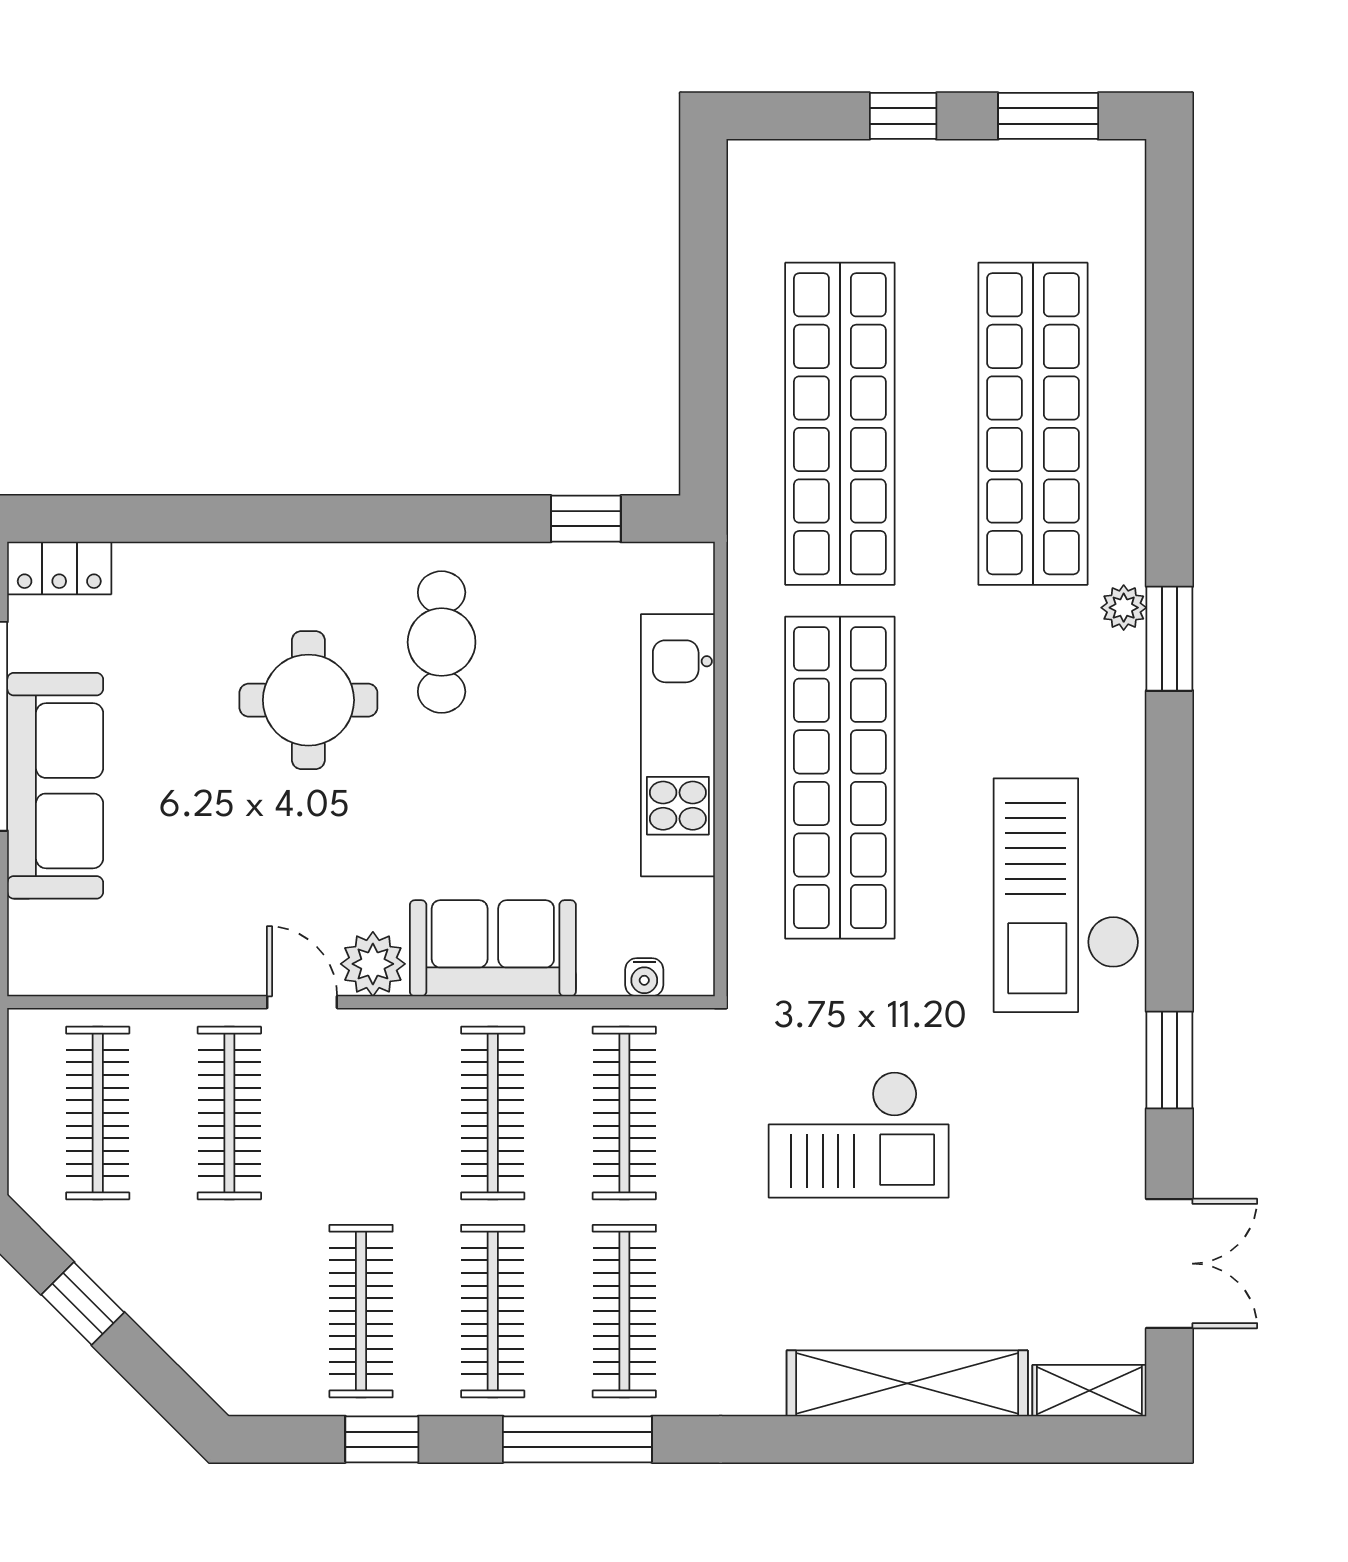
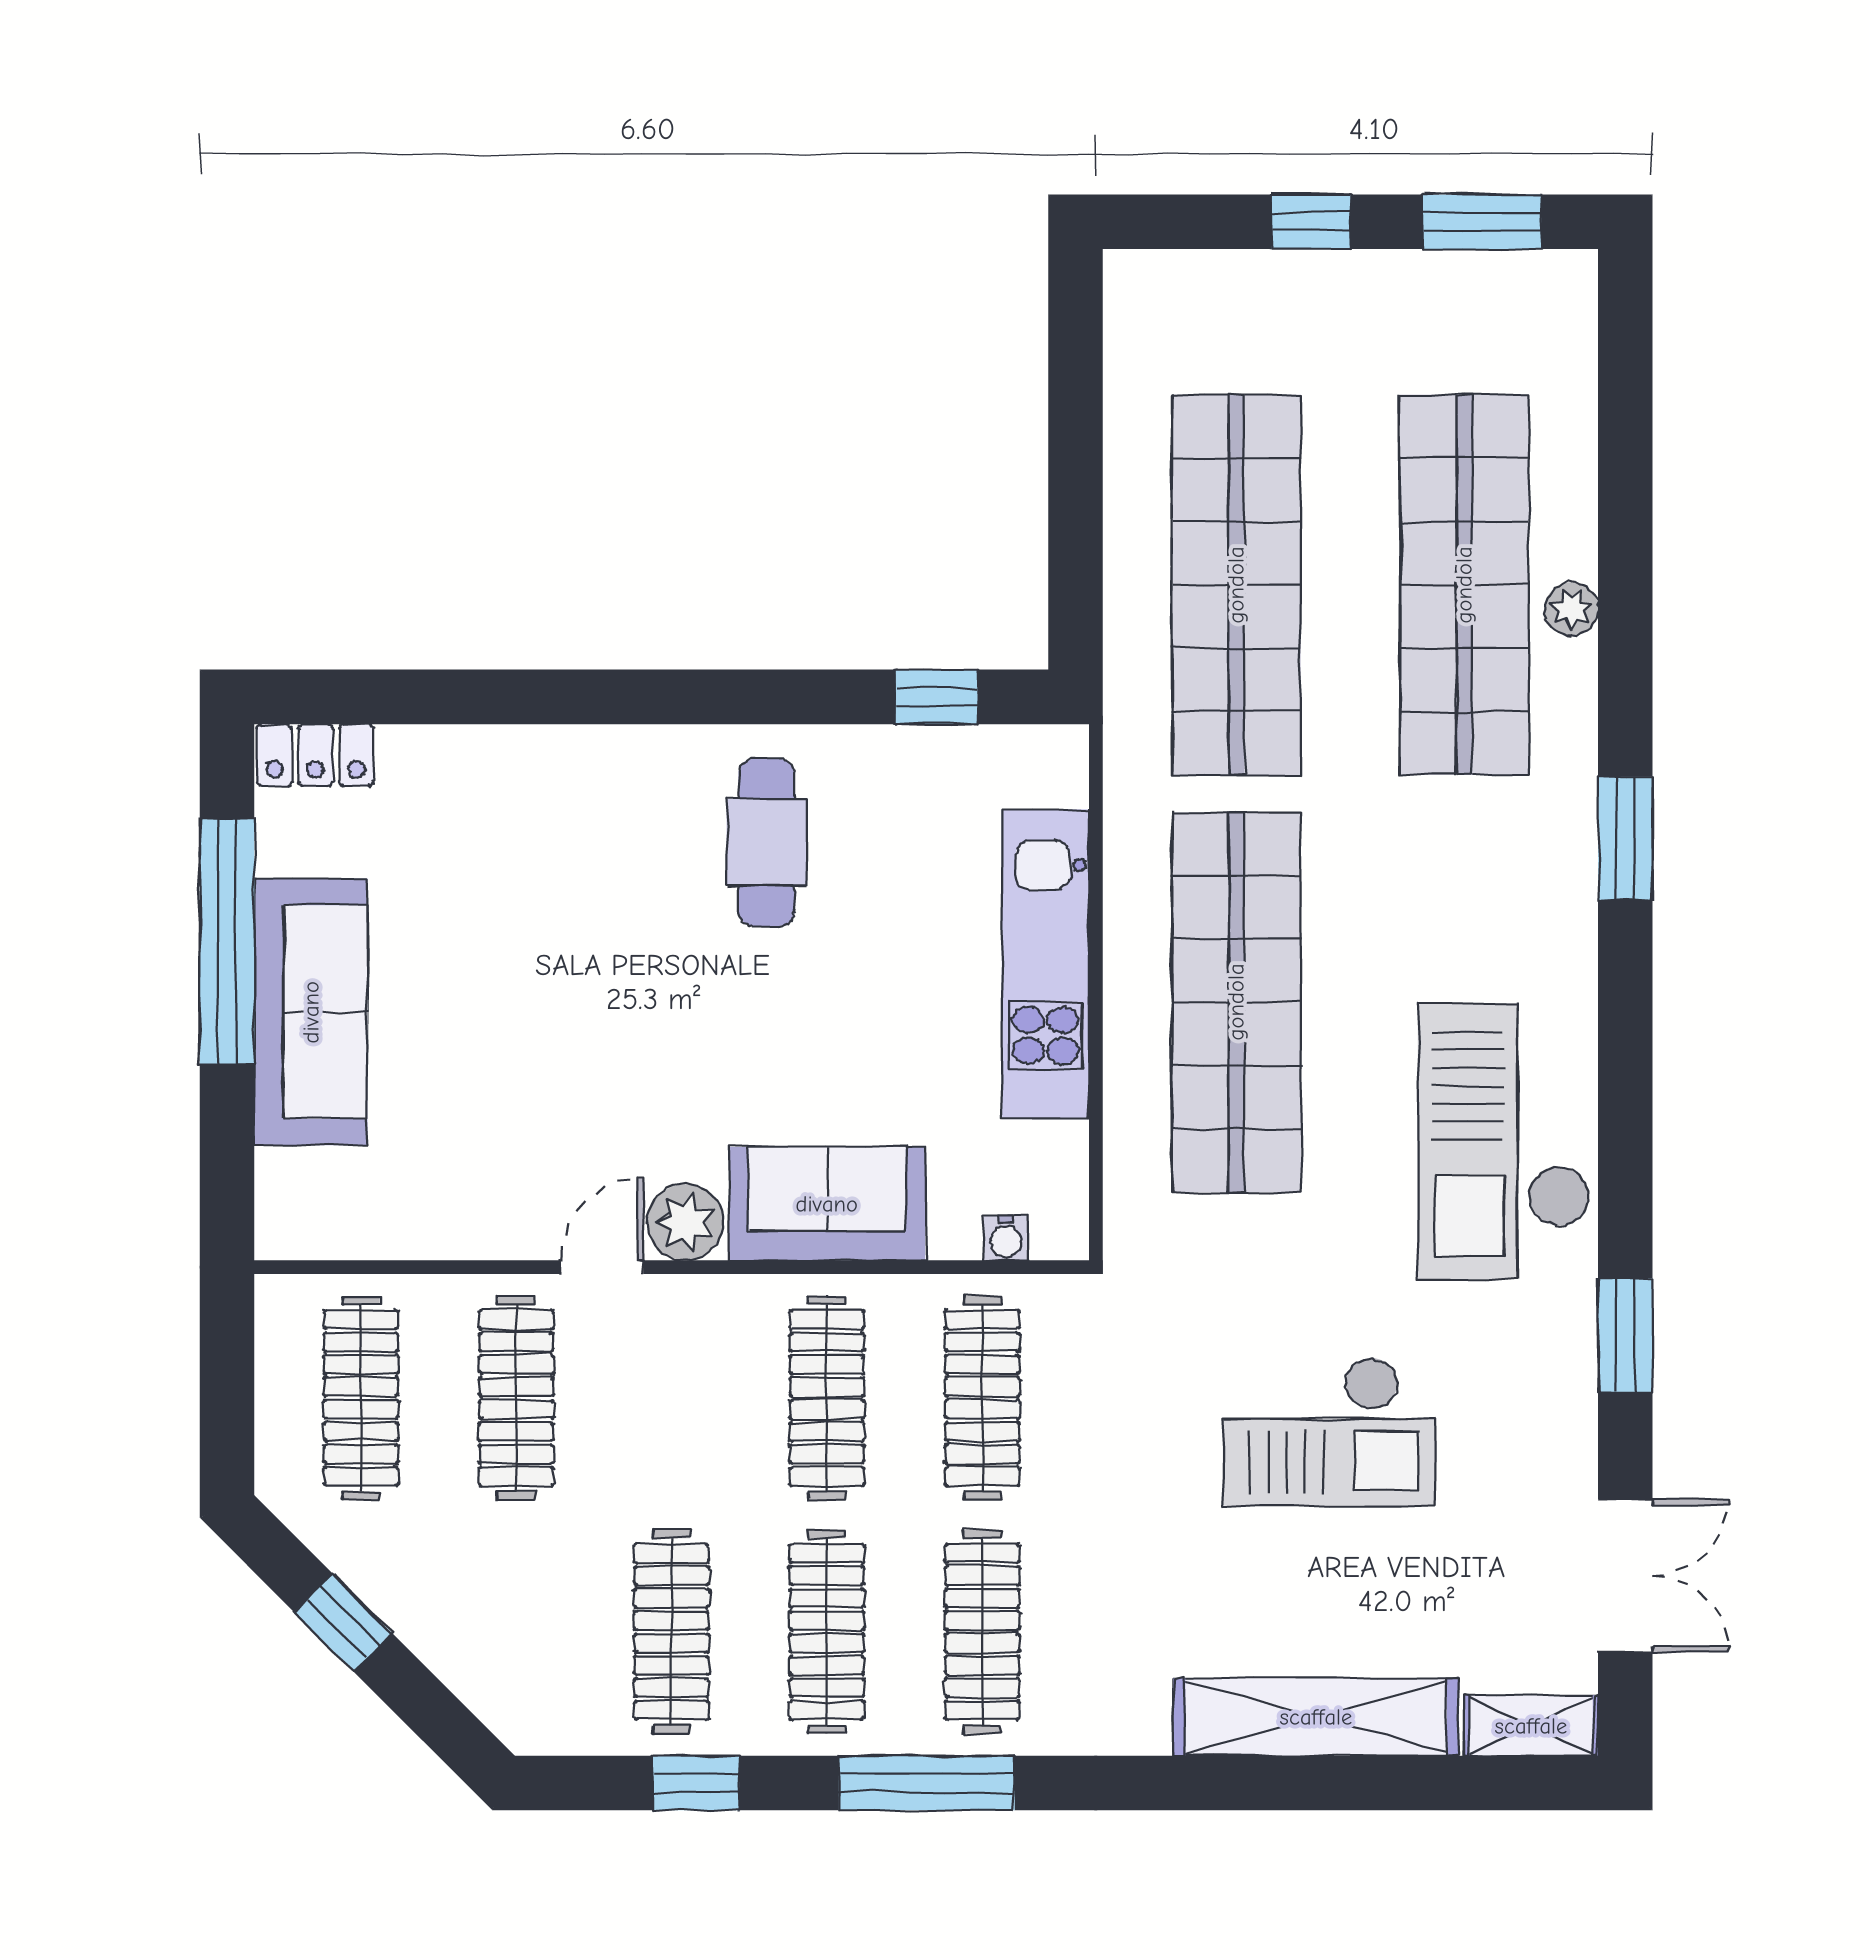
plant: (1124, 608) -> (1571, 609), moved
round table: (308, 700) -> (609, 911), removed
door: (302, 1002) -> (602, 1267), hinge flipped
checkout: (859, 1134) -> (1329, 1431), moved

